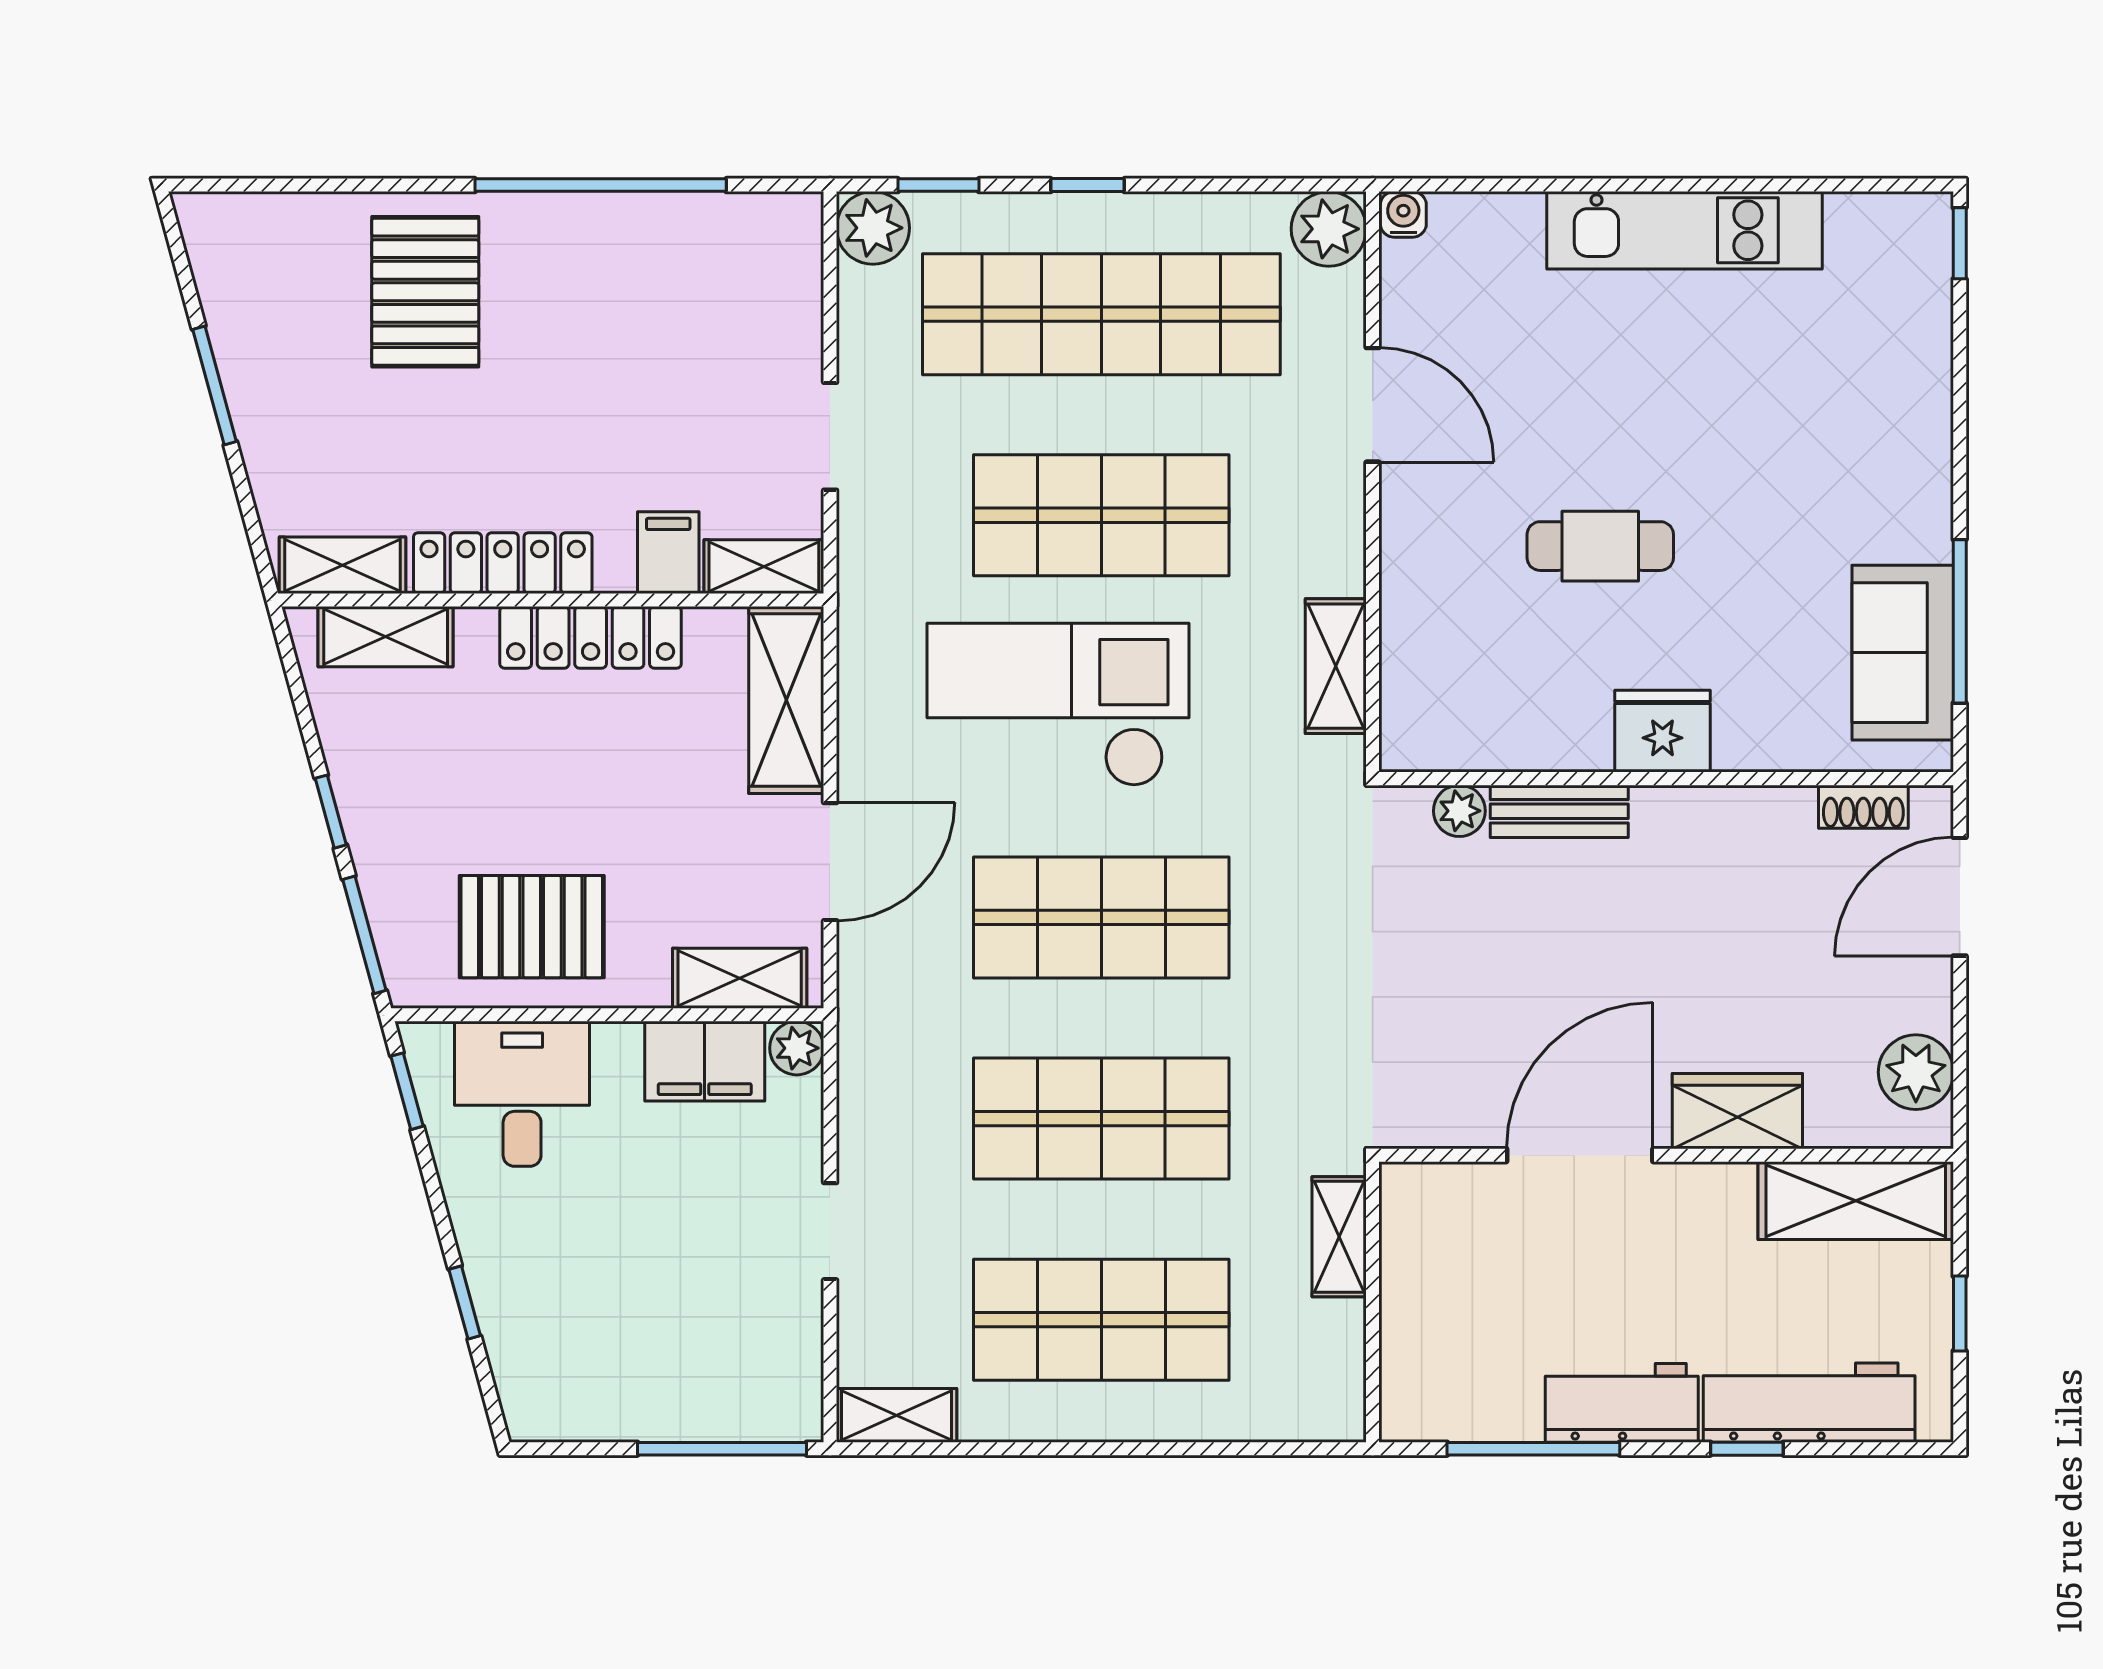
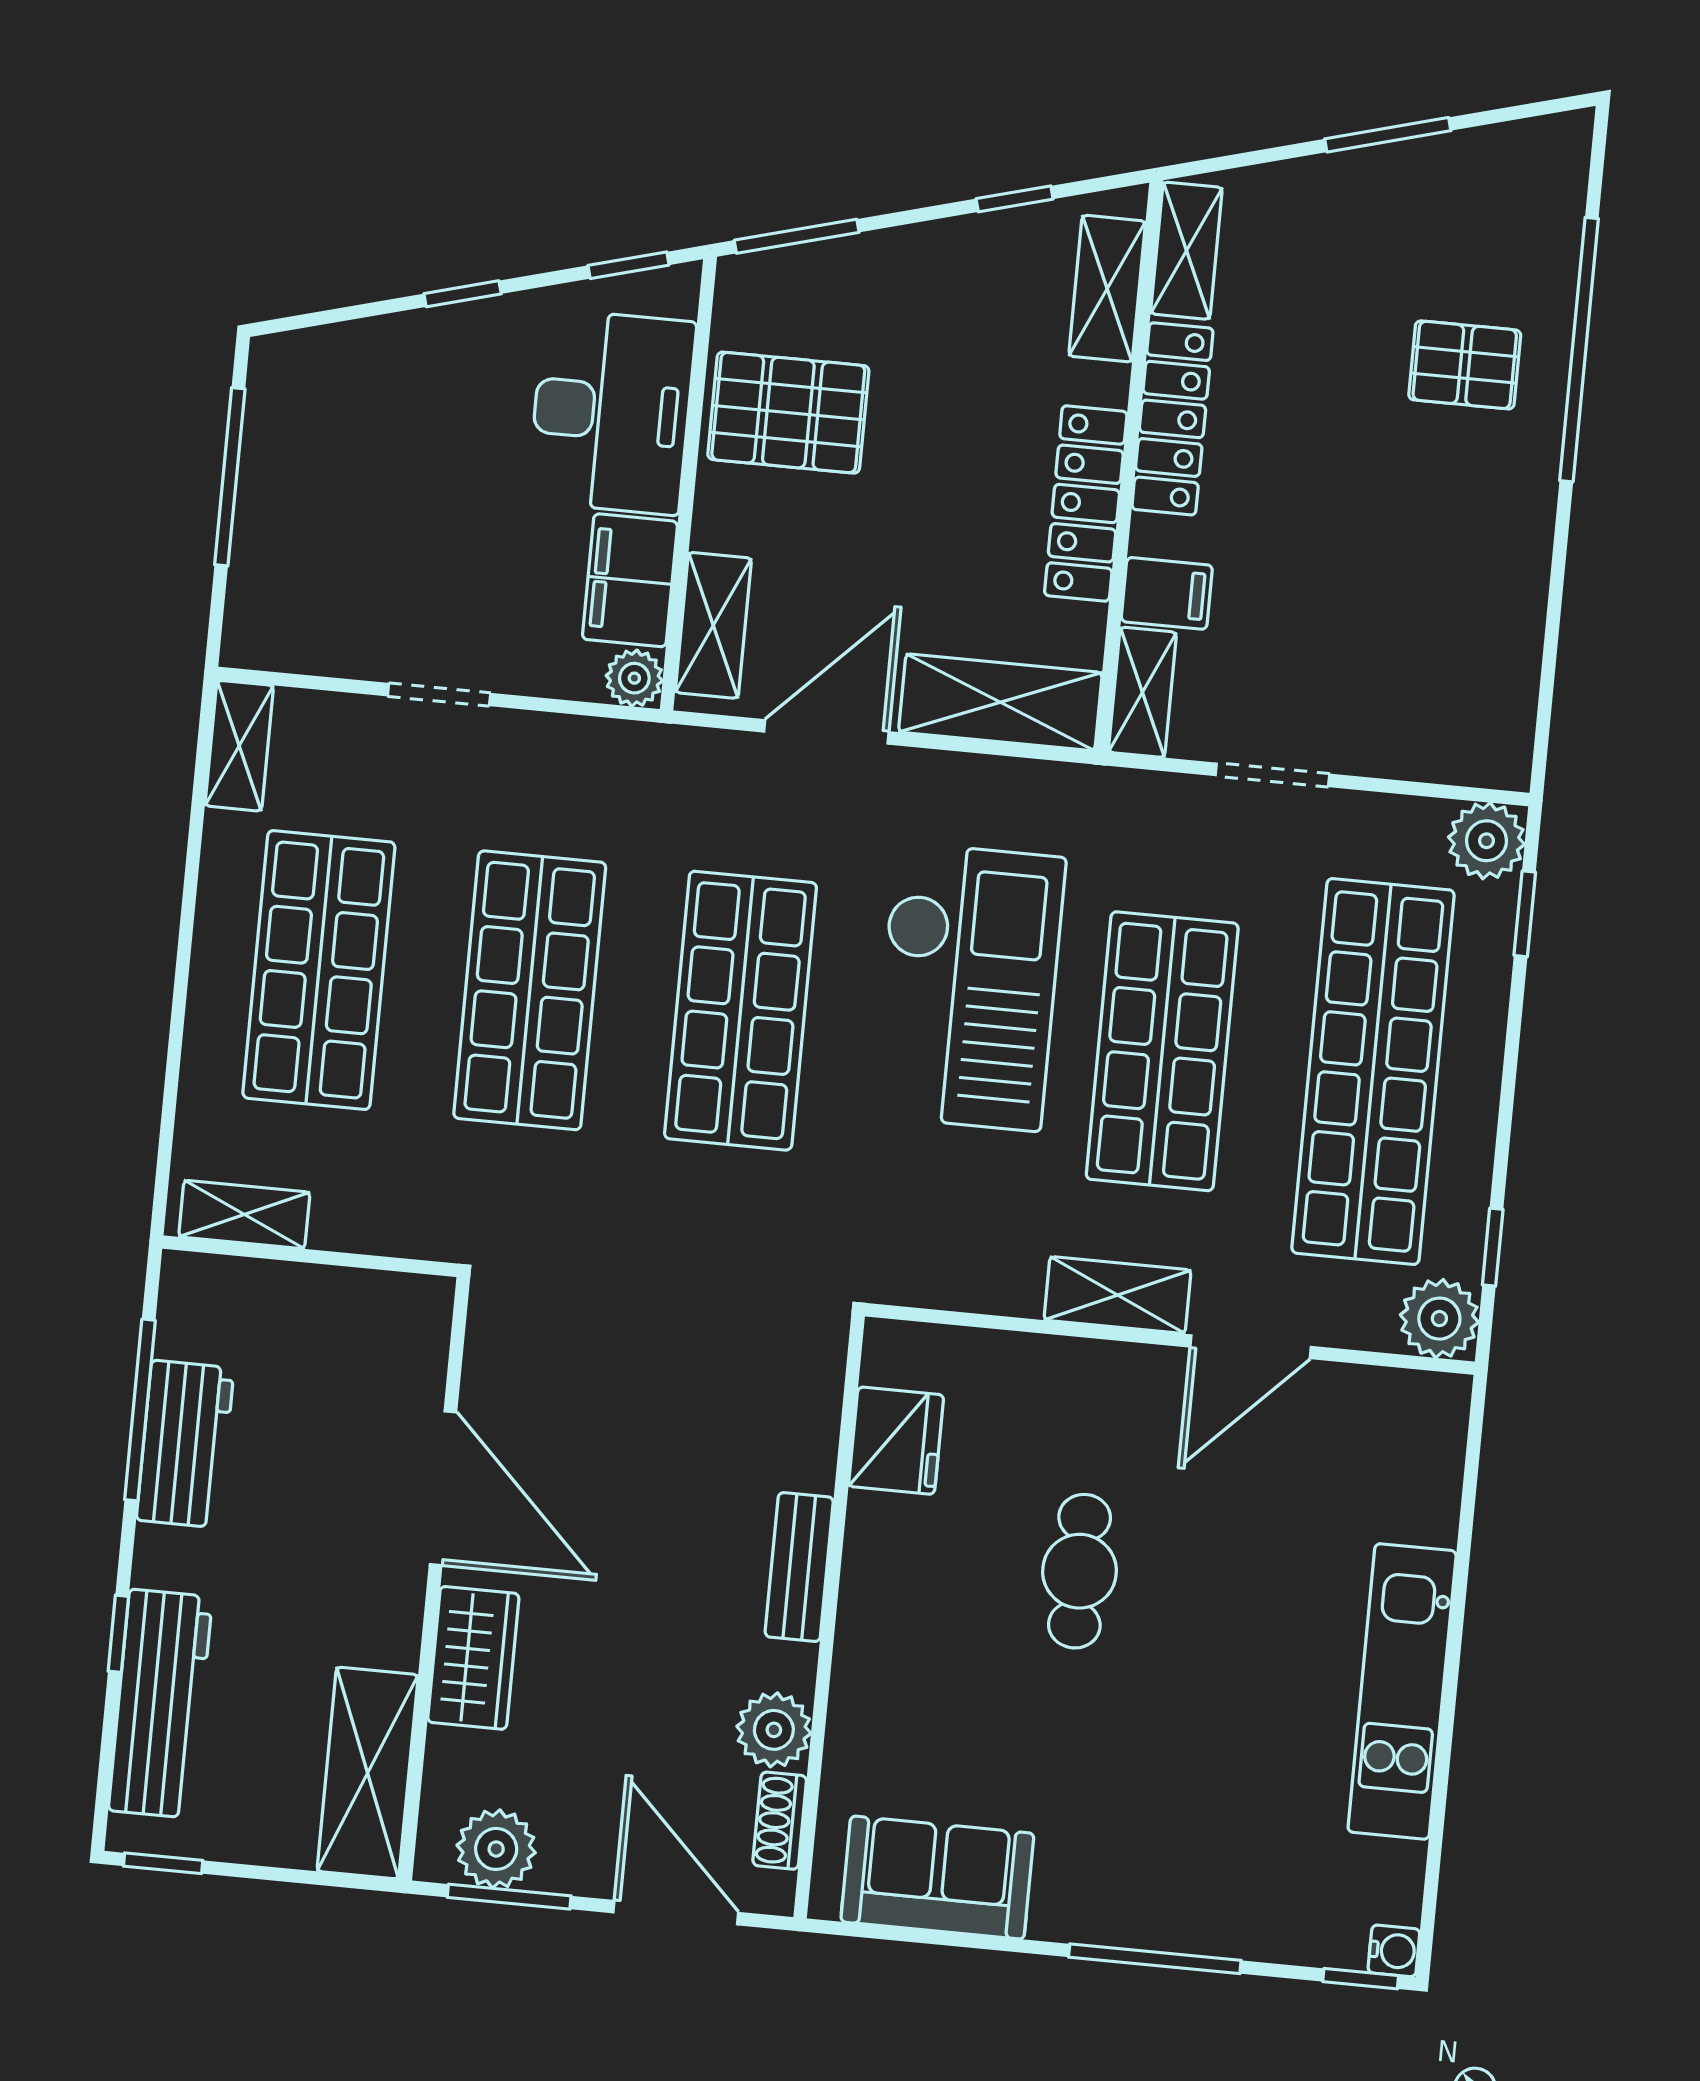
window: (601, 185) -> (1579, 350), moved
window: (1087, 185) -> (1493, 1247), moved
water cooler: (1403, 214) -> (1394, 1951), moved
pallet: (425, 292) -> (1465, 365), width x0.67, depth x0.71
window: (1960, 621) -> (1155, 1959), moved
shelving: (1336, 666) -> (1118, 1295), moved
fridge: (1663, 731) -> (896, 1441), moved
plant: (1459, 811) -> (774, 1730), moved, width x1.38, depth x1.38
bench: (1559, 811) -> (799, 1567), moved
window: (331, 812) -> (1015, 199), moved
door: (830, 862) -> (826, 732), swing flipped
pallet: (532, 927) -> (788, 413), turned 90
window: (1960, 1055) -> (509, 1897), added
desk: (522, 1094) -> (612, 412), width x1.37
shelving: (1339, 1237) -> (244, 1214), moved
window: (465, 1302) -> (463, 294), moved
window: (1960, 1314) -> (163, 1863), moved
workbench: (1622, 1403) -> (185, 1444), moved
window: (722, 1449) -> (230, 477), moved

